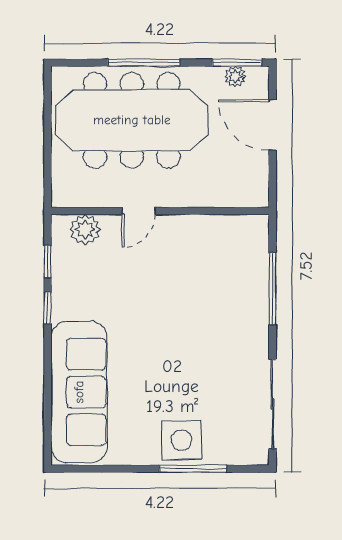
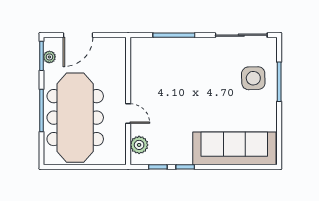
side table: (181, 440) -> (253, 78), moved

